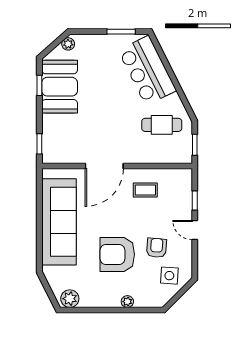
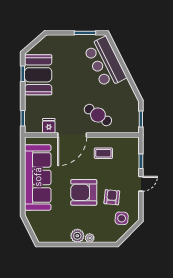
plant: (68, 44) -> (45, 42), removed
cafe table: (162, 125) -> (98, 115), moved, turned 34
fridge: (74, 154) -> (49, 126), added
door: (195, 230) -> (141, 184), swing flipped
armchair: (117, 254) -> (84, 192), moved
plant: (70, 299) -> (77, 236), moved

